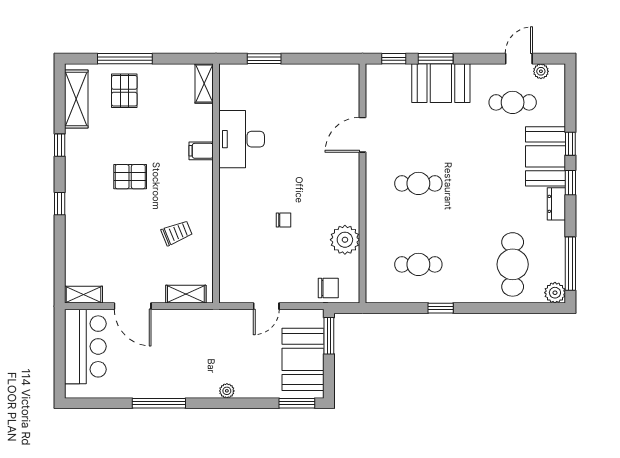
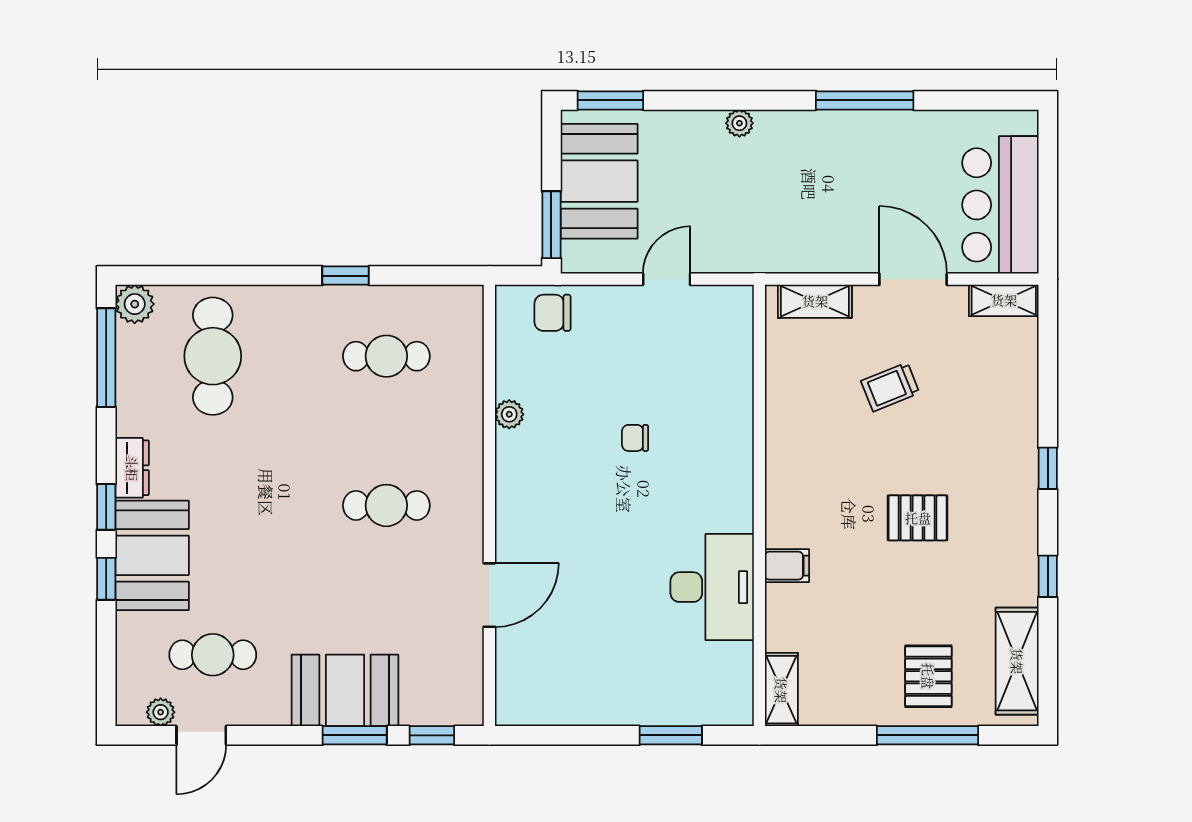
trolley: (177, 233) -> (890, 387), moved
plant: (345, 240) -> (509, 414), width x0.53, depth x0.53

